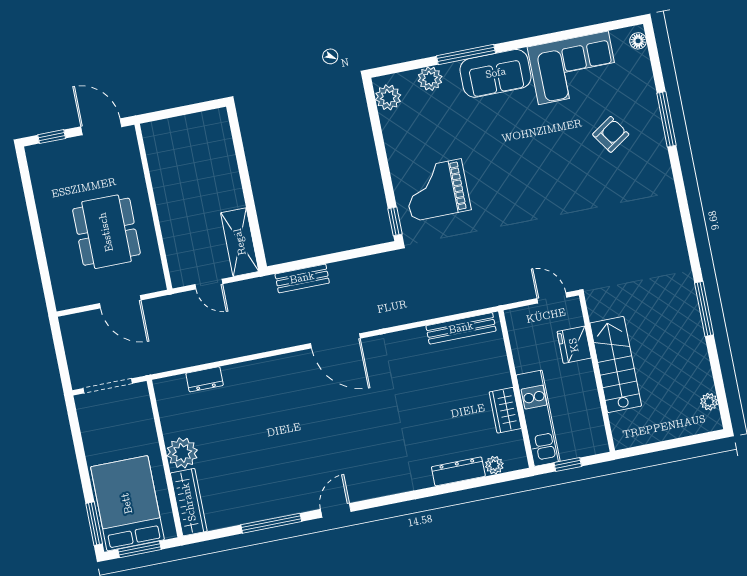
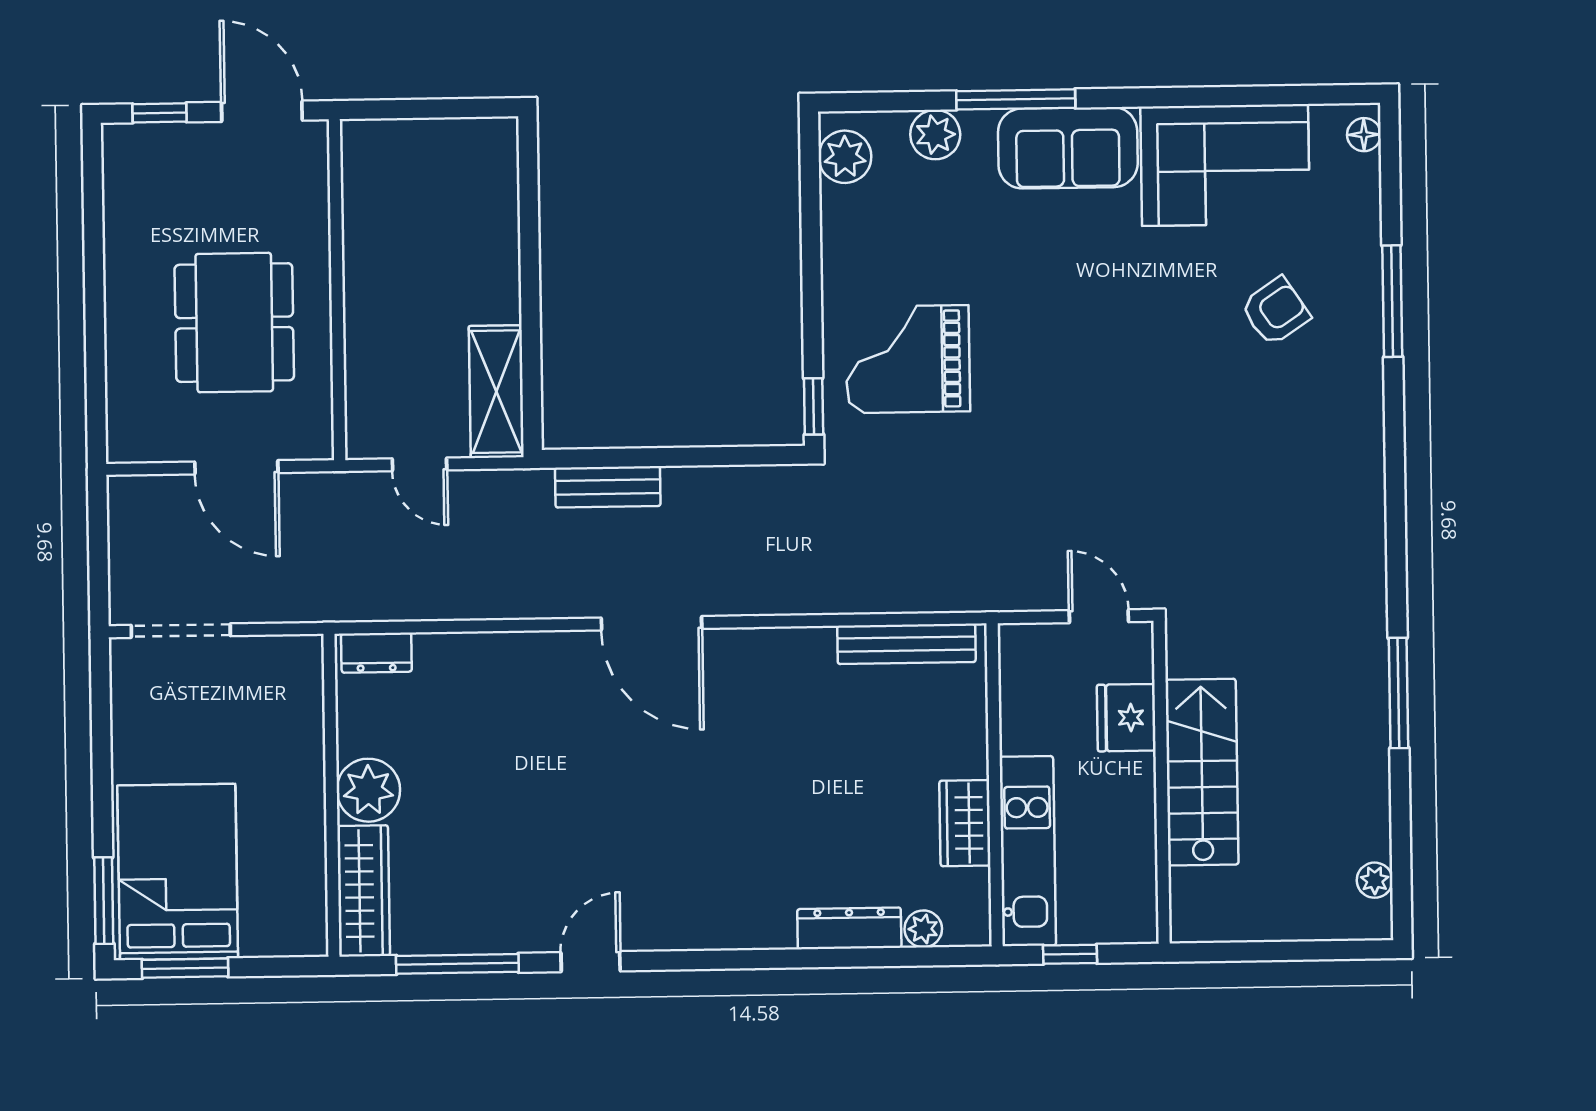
plant: (182, 453) -> (368, 790), moved
wall: (165, 459) -> (331, 795), moved
wardrobe: (189, 502) -> (364, 891), moved

